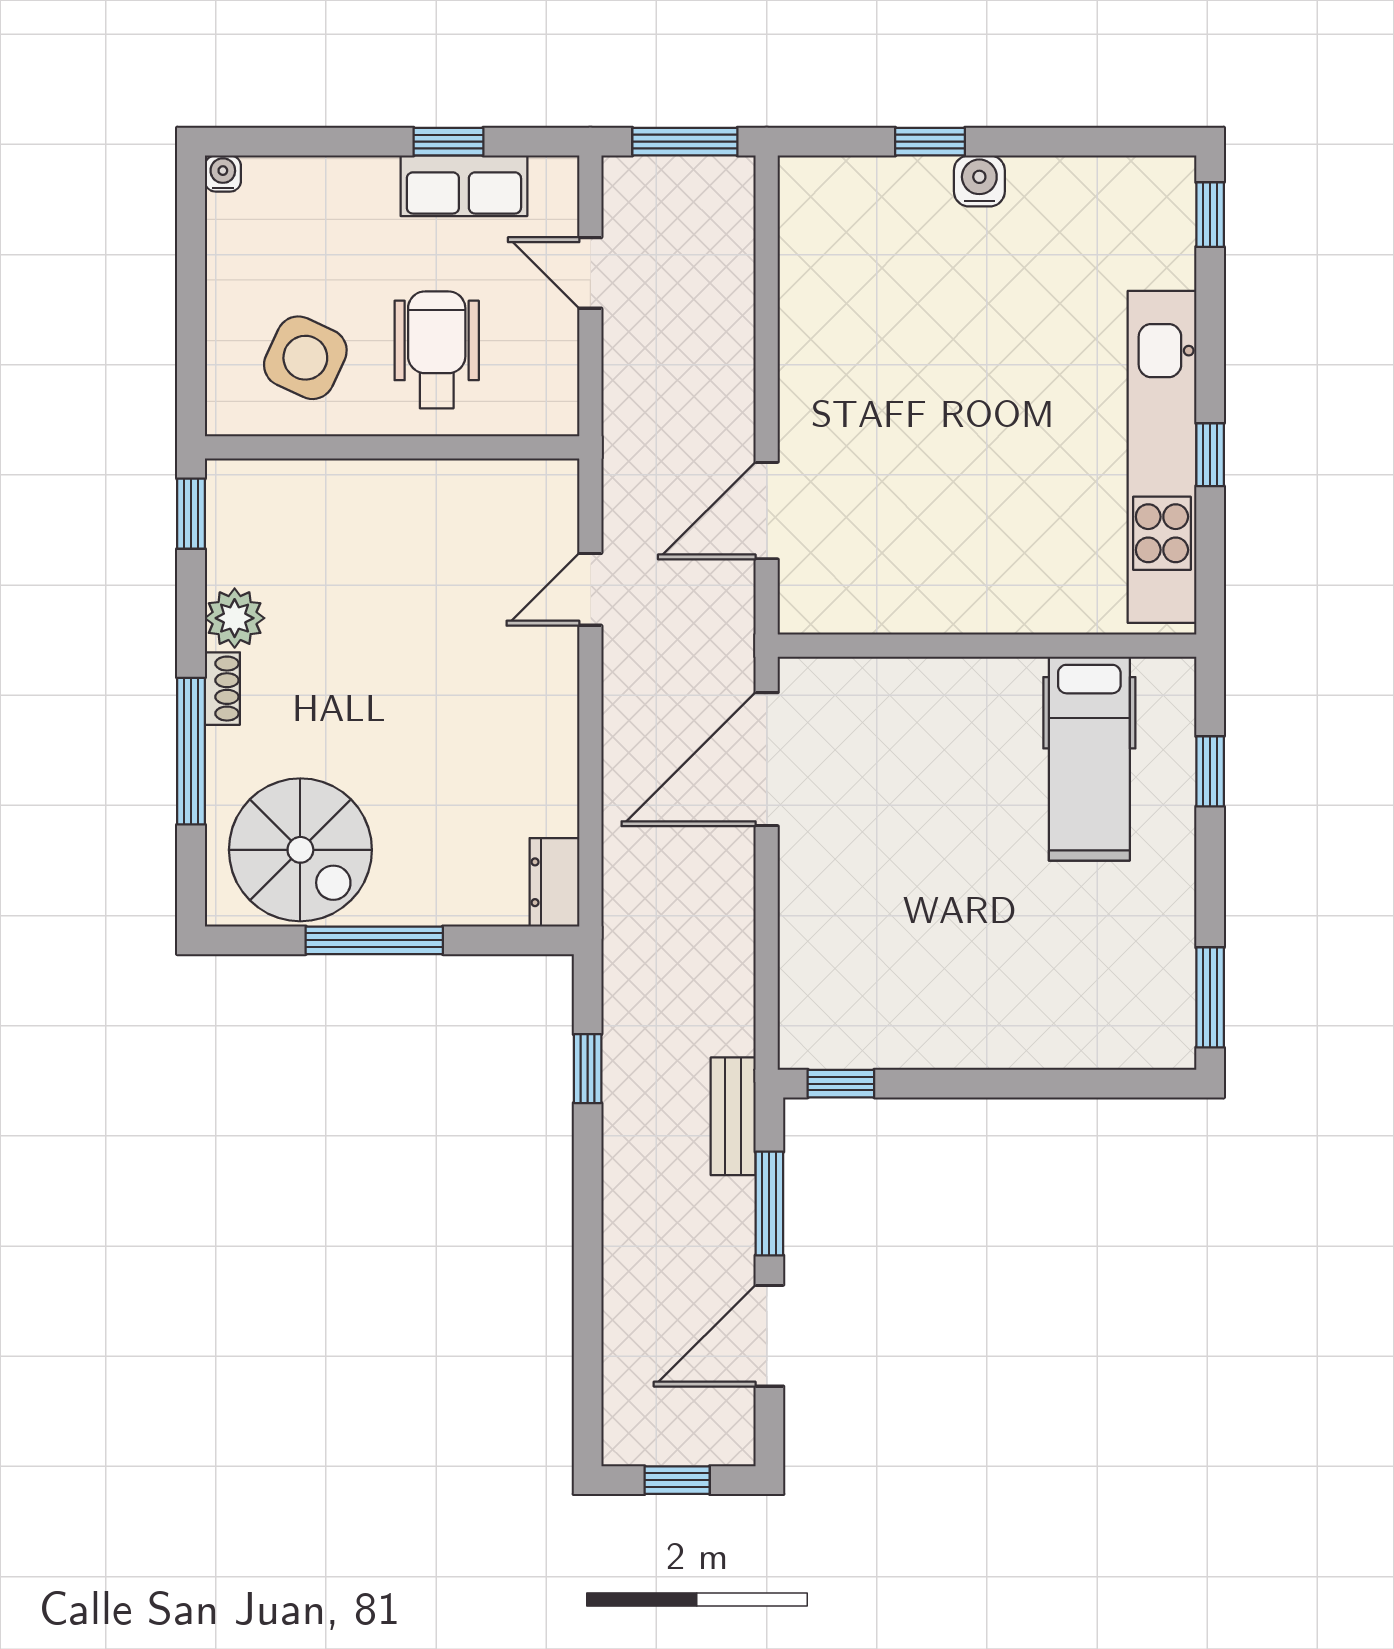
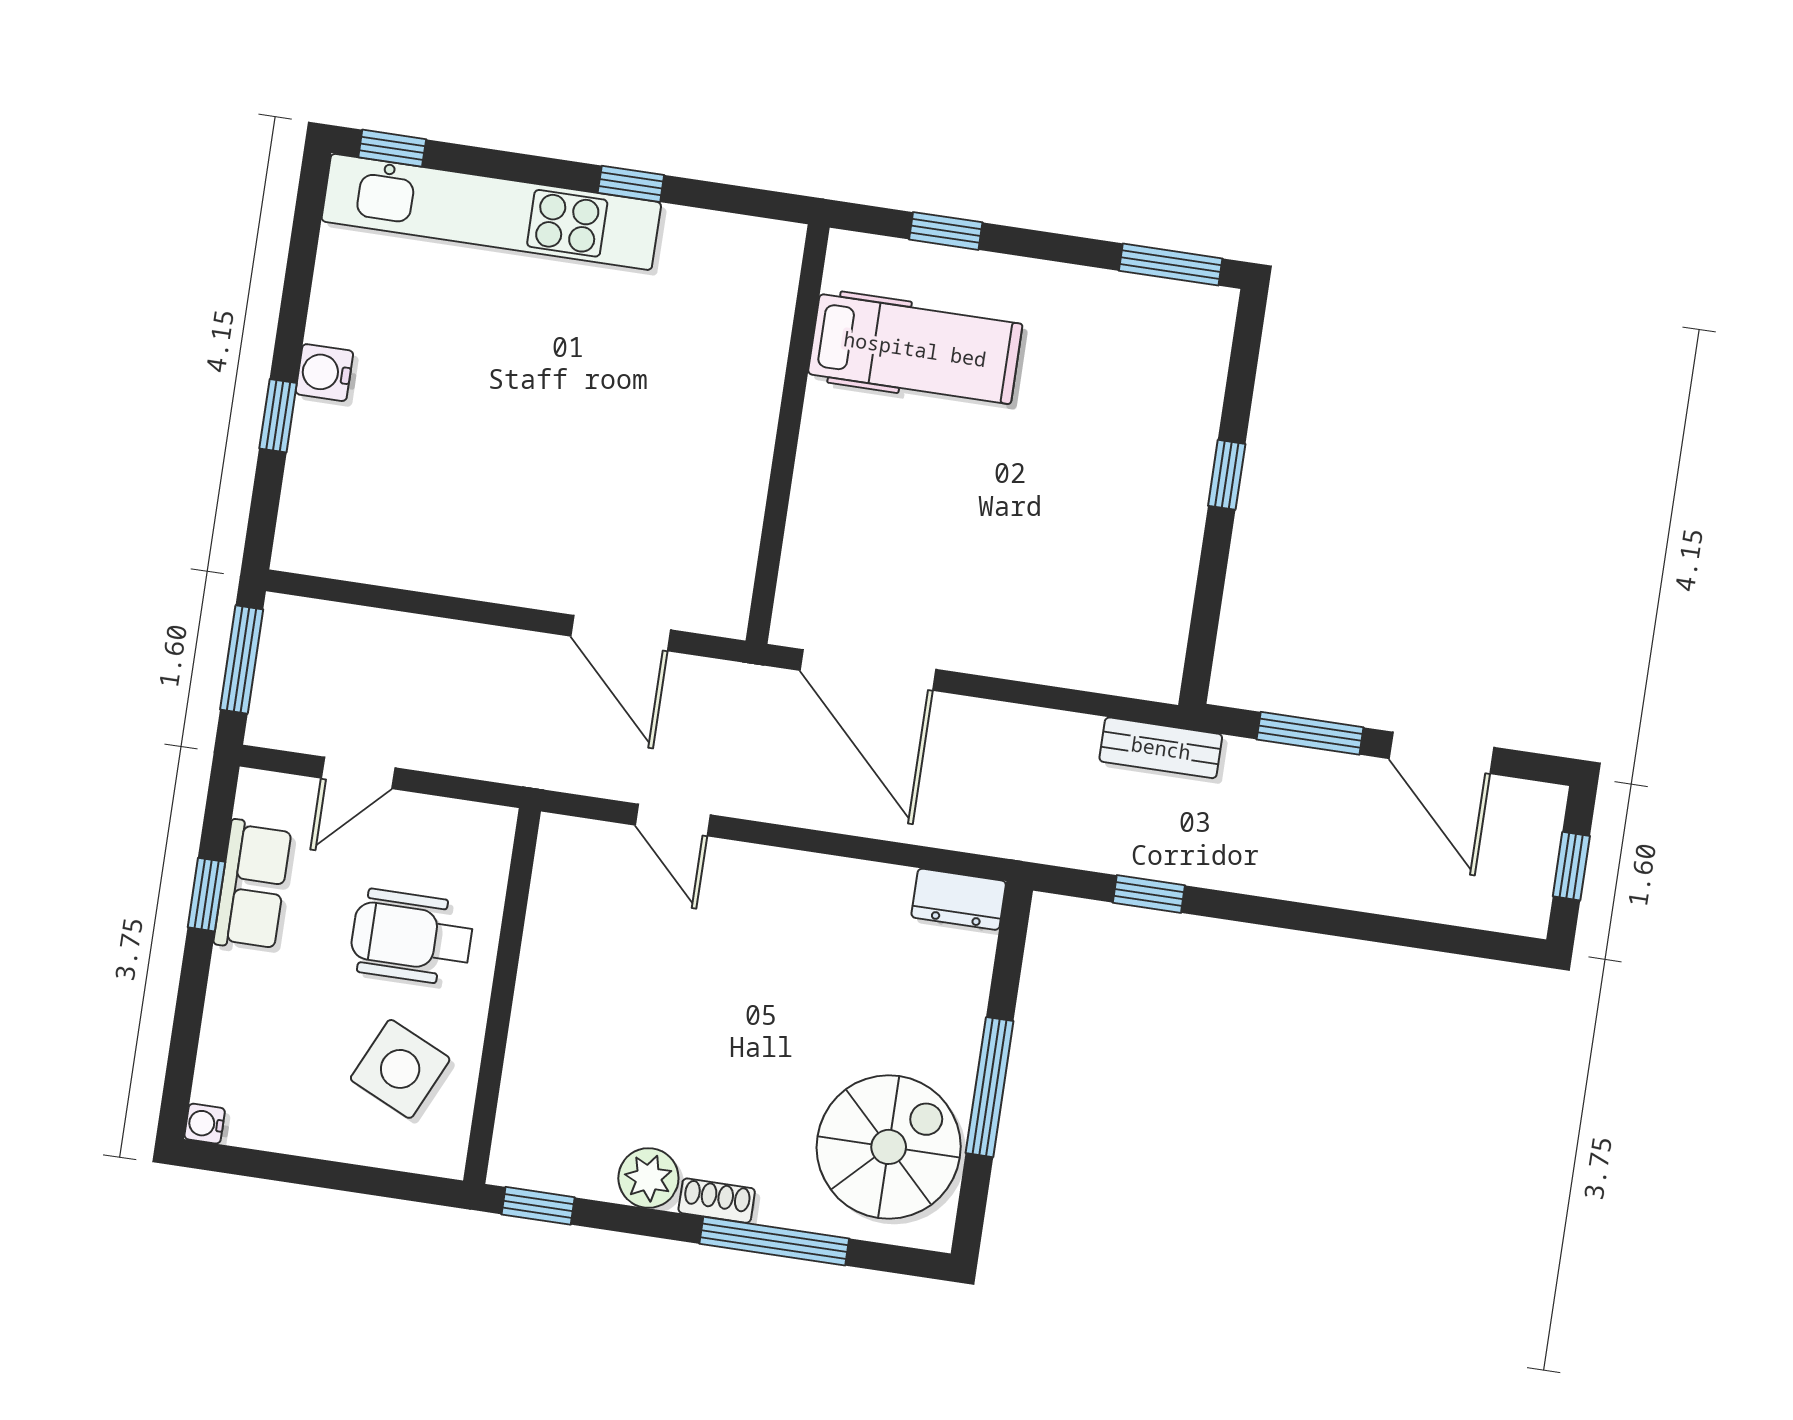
kitchen unit: (1162, 457) -> (491, 212), moved
window: (841, 1084) -> (1227, 475), moved
bench: (733, 1116) -> (1161, 748), moved

